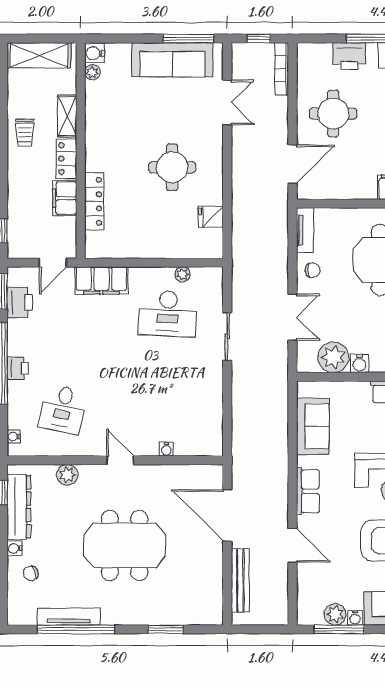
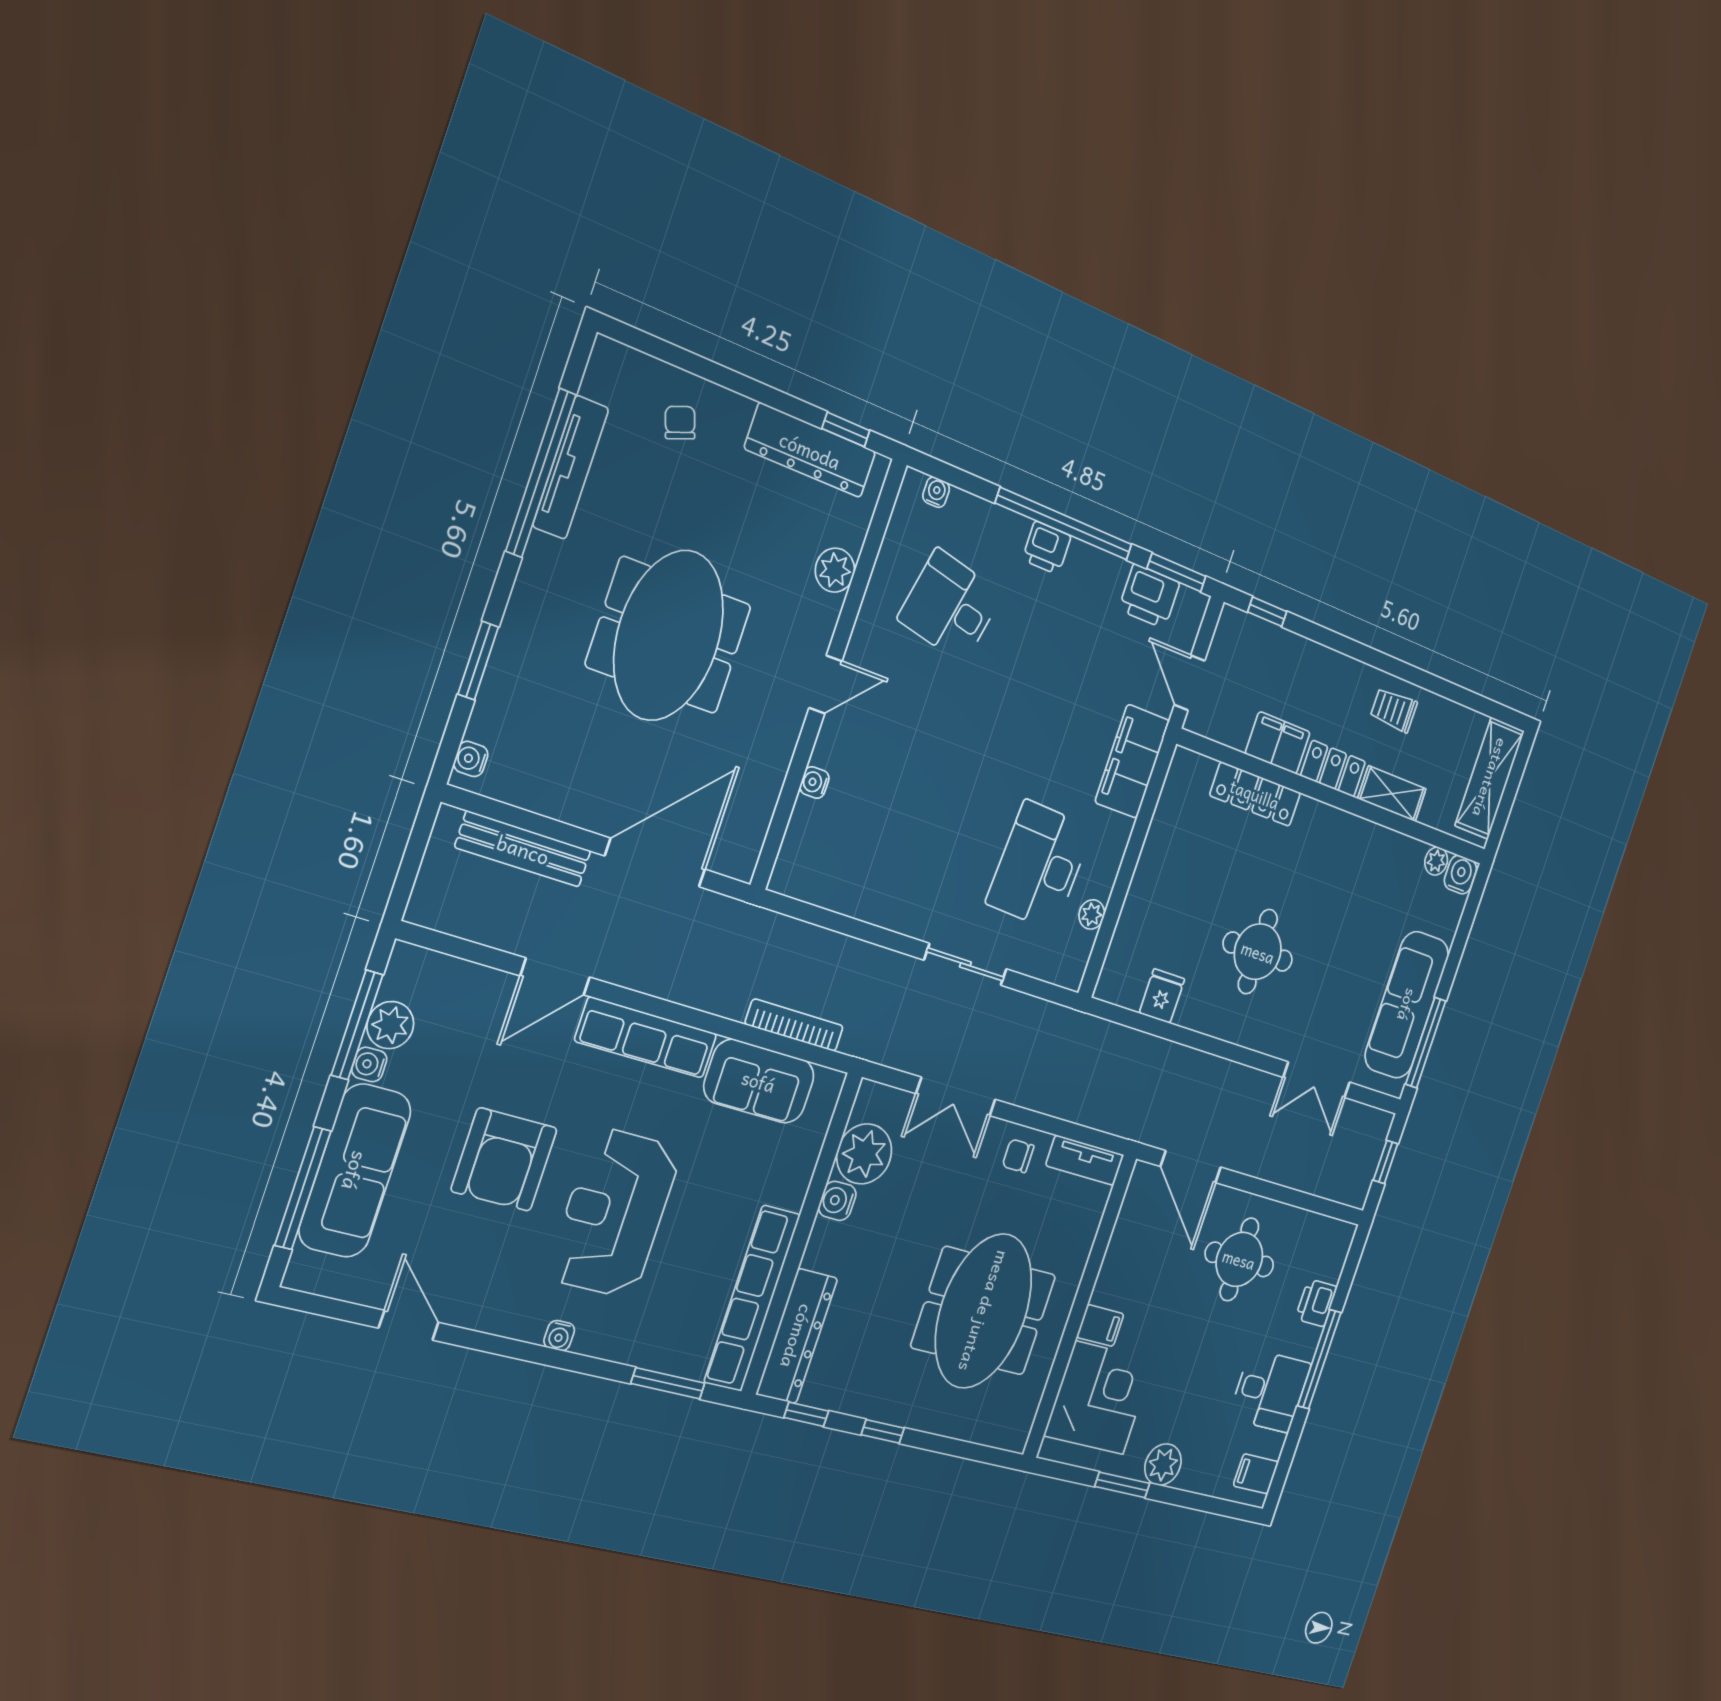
printer: (349, 56) -> (1316, 1303), width x0.73, depth x0.81
bookcase: (282, 69) -> (794, 1025), moved
chair: (313, 270) -> (1018, 1156), turned 90
row of seats: (308, 491) -> (646, 1037), width x1.48
water cooler: (14, 548) -> (471, 759), moved, turned -90

